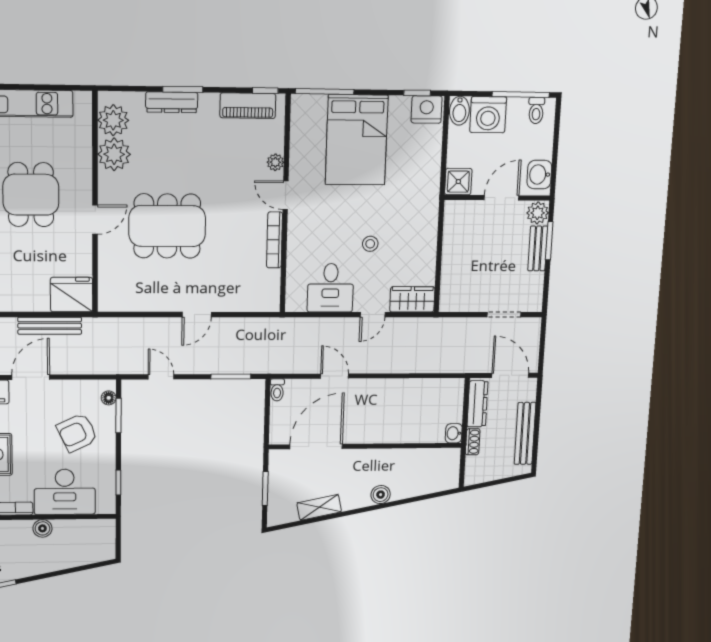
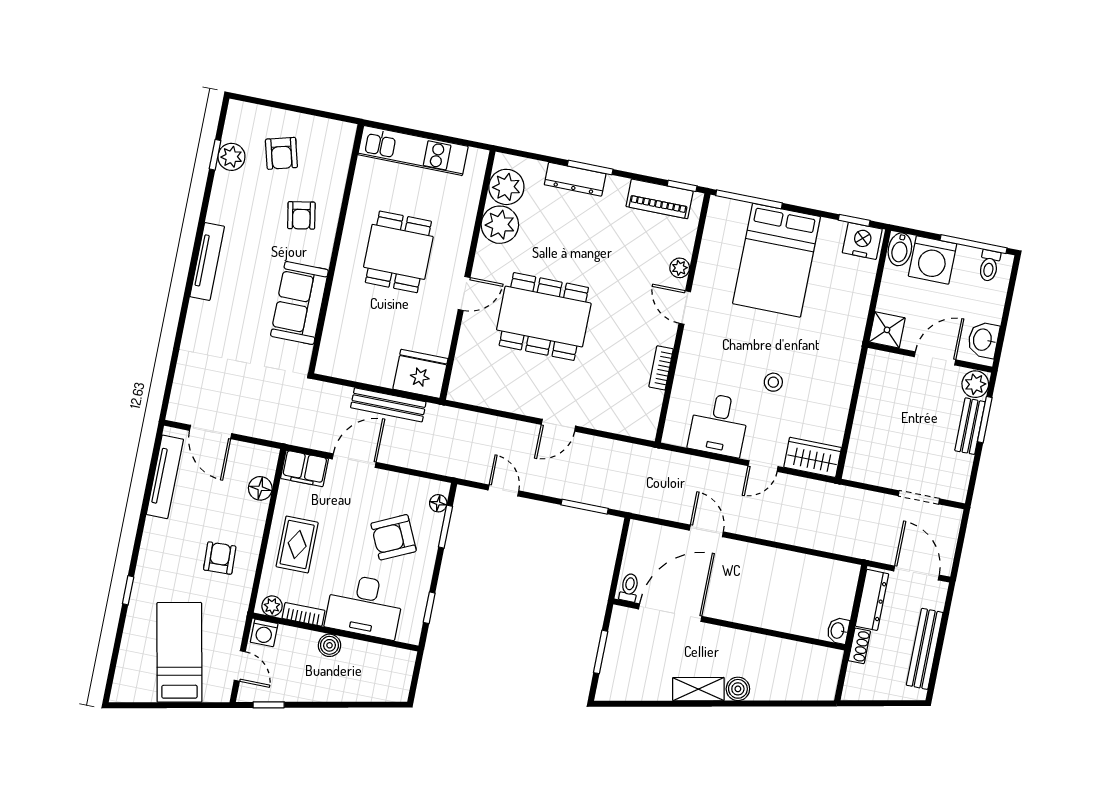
bookcase: (275, 240) -> (661, 368), width x0.64
toilet: (277, 390) -> (629, 588), moved, turned 180
shelving: (319, 507) -> (698, 689), moved

